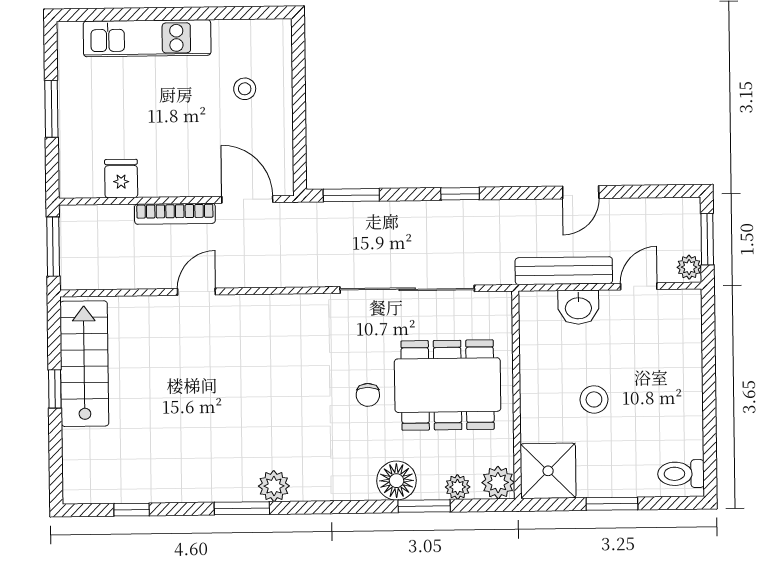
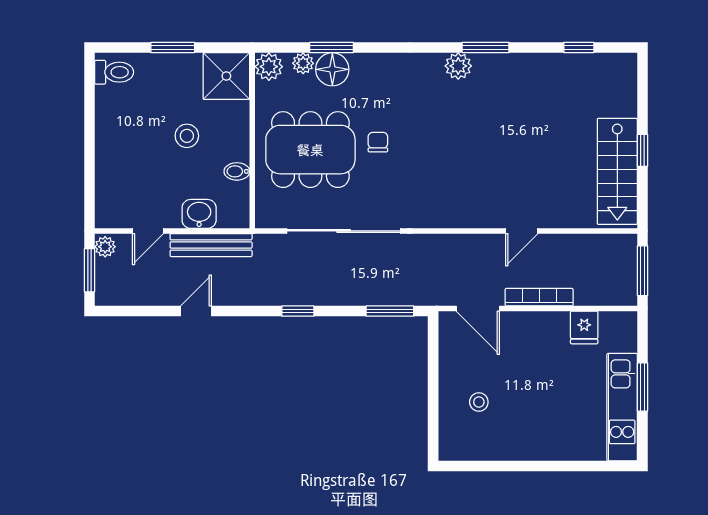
kitchen unit: (147, 38) -> (622, 407), moved, turned -90
bidet: (534, 358) -> (237, 171), added
floor lamp: (397, 481) -> (332, 69), moved

